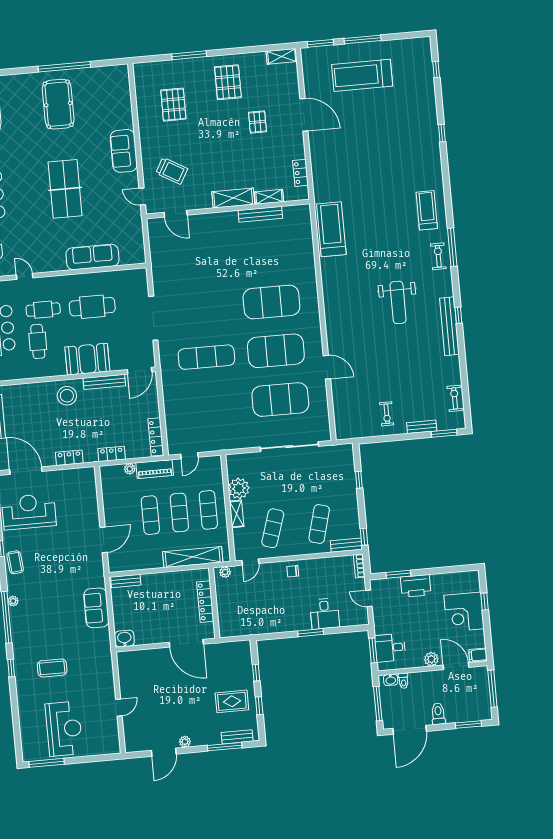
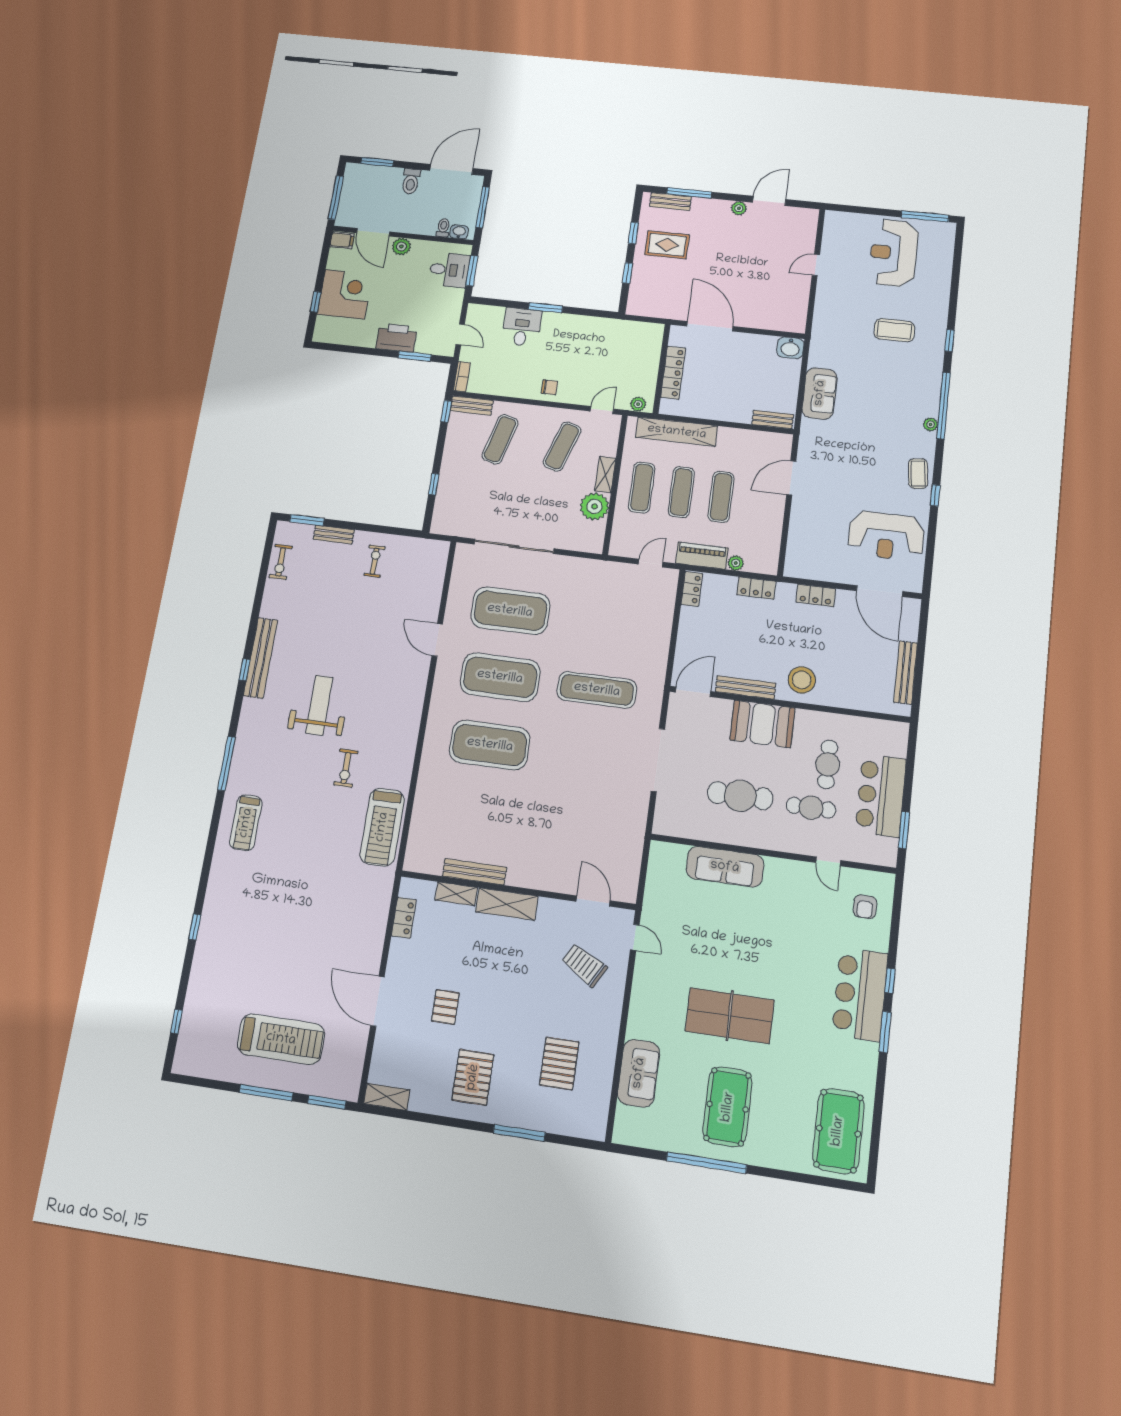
sofa: (124, 151) -> (639, 1073), moved
table tennis table: (65, 189) -> (730, 1016), moved, turned 90
exercise bike: (438, 256) -> (346, 768), moved
locker: (156, 437) -> (692, 589), width x0.66

